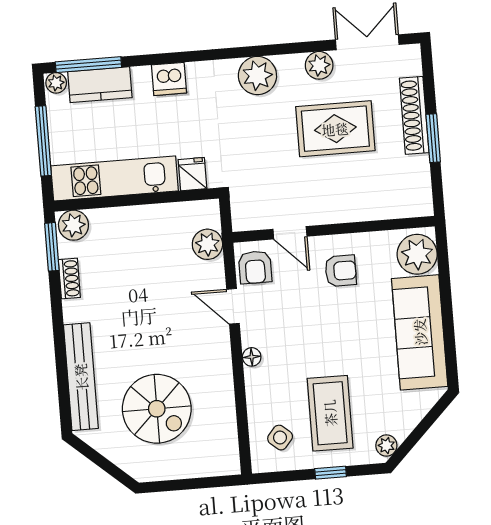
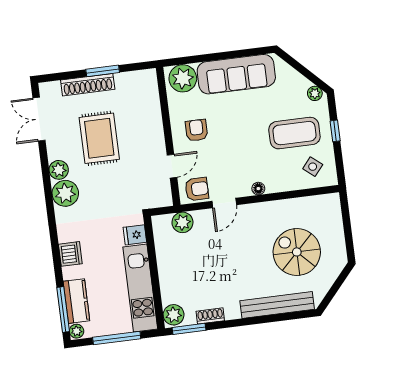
plant: (319, 65) -> (59, 170), moved
spiral stairs: (157, 409) -> (297, 252), turned -90

